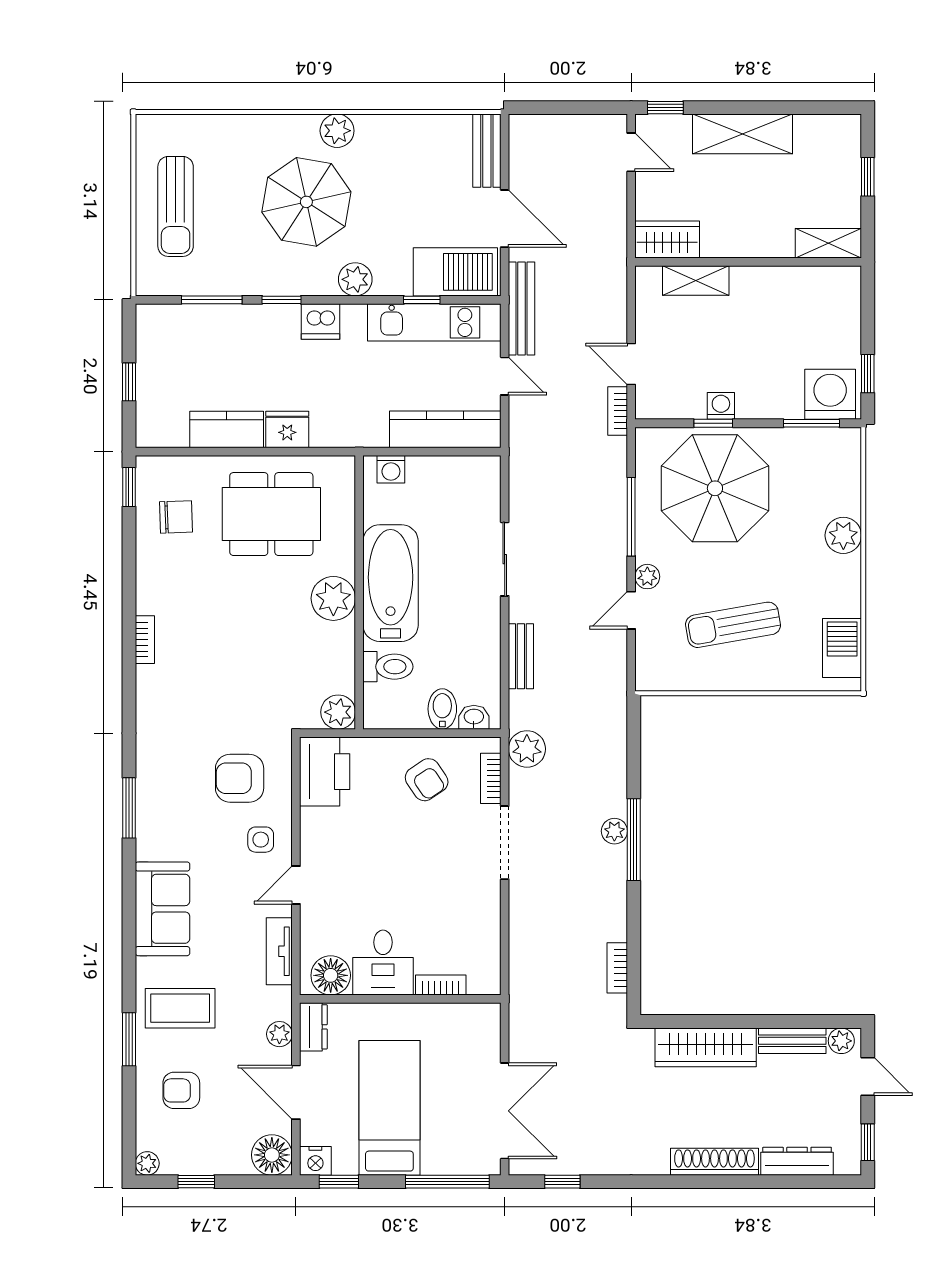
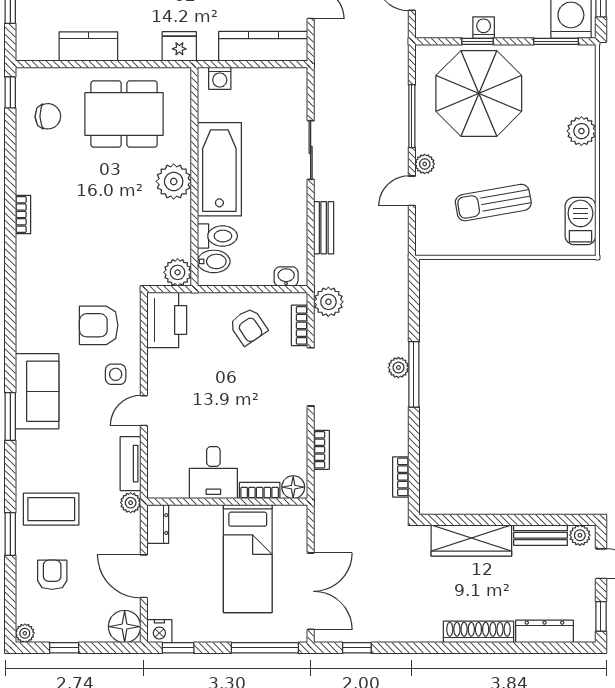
bookcase: (618, 411) -> (322, 450), moved, turned 180
fridge: (287, 430) -> (179, 46), moved
bidet: (442, 709) -> (214, 261), moved, turned 90
window: (129, 808) -> (10, 416), moved
sofa: (162, 909) -> (37, 391), moved
floor lamp: (331, 975) -> (293, 487), moved, width x0.73, depth x0.73
plant: (279, 1034) -> (131, 503), moved
armchair: (181, 1090) -> (52, 575), turned 90
bed: (389, 1108) -> (248, 559), moved, turned 180

